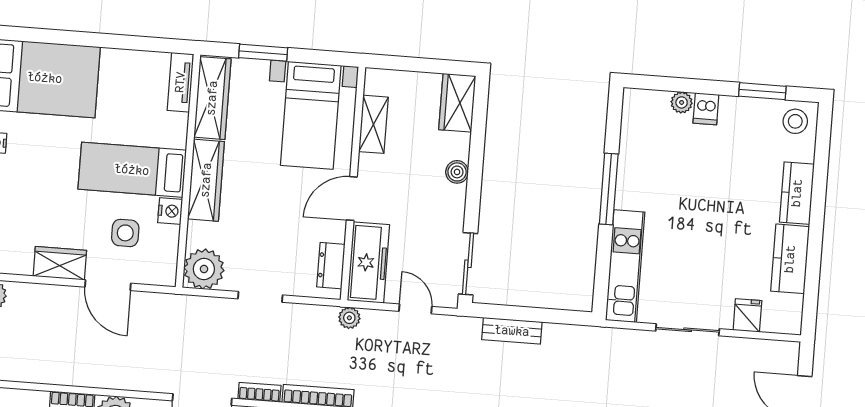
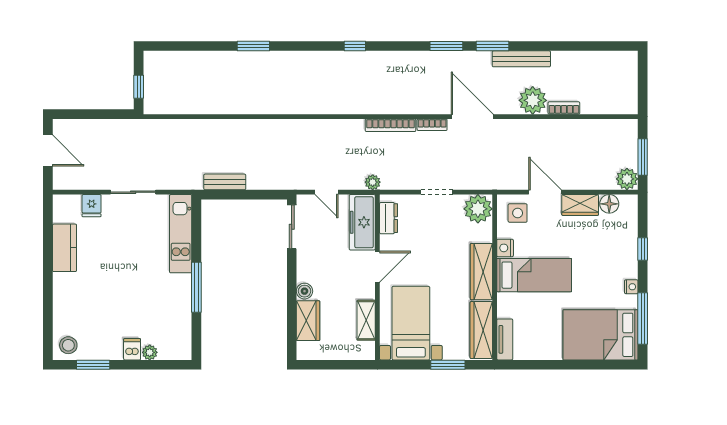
wardrobe: (457, 103) -> (308, 321), moved
kitchen counter: (797, 193) -> (63, 295), removed
side table: (125, 233) -> (518, 213), moved
floor lamp: (19, 262) -> (609, 204), added
bench: (512, 331) -> (225, 182), moved

